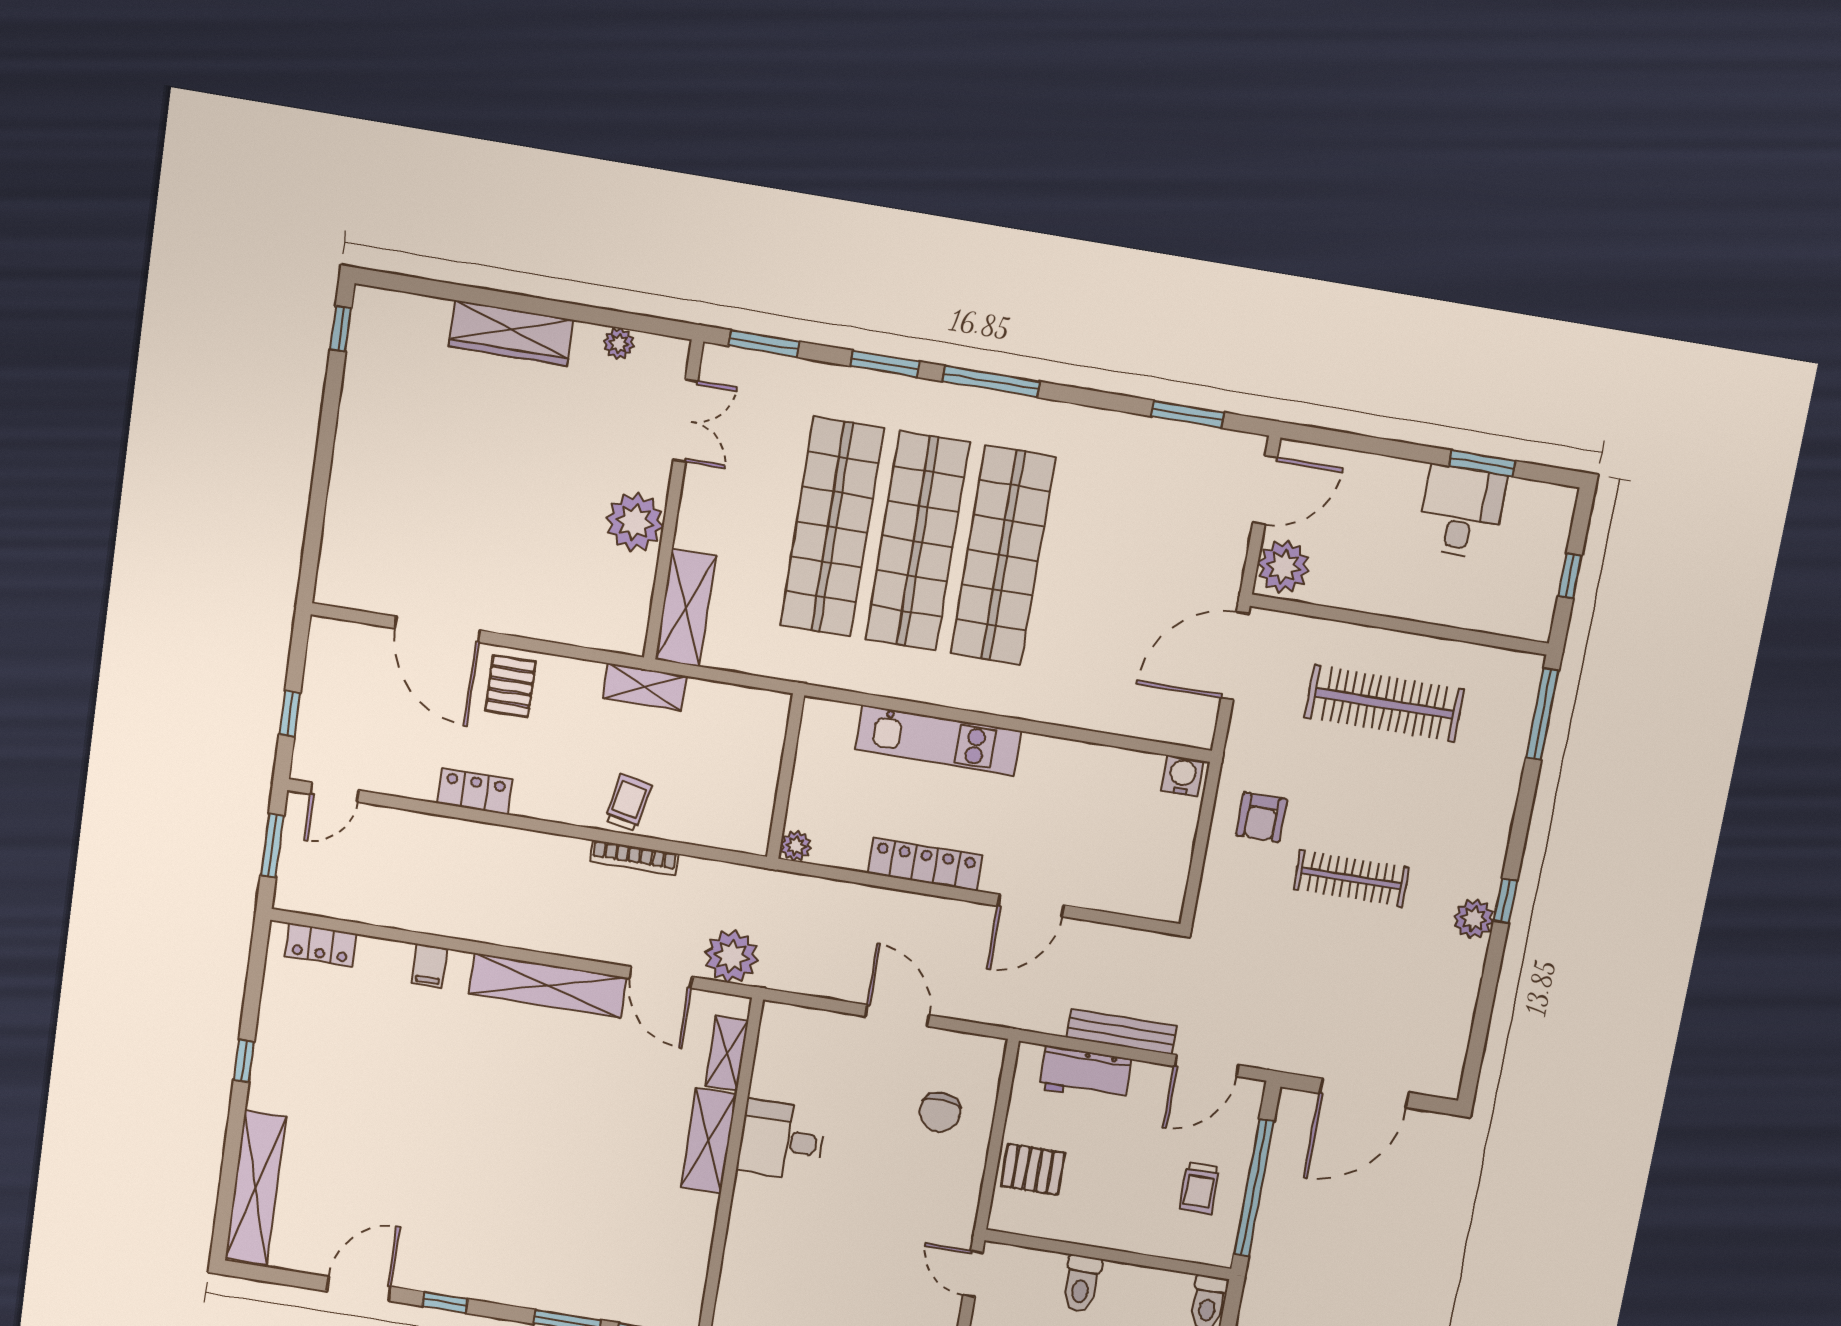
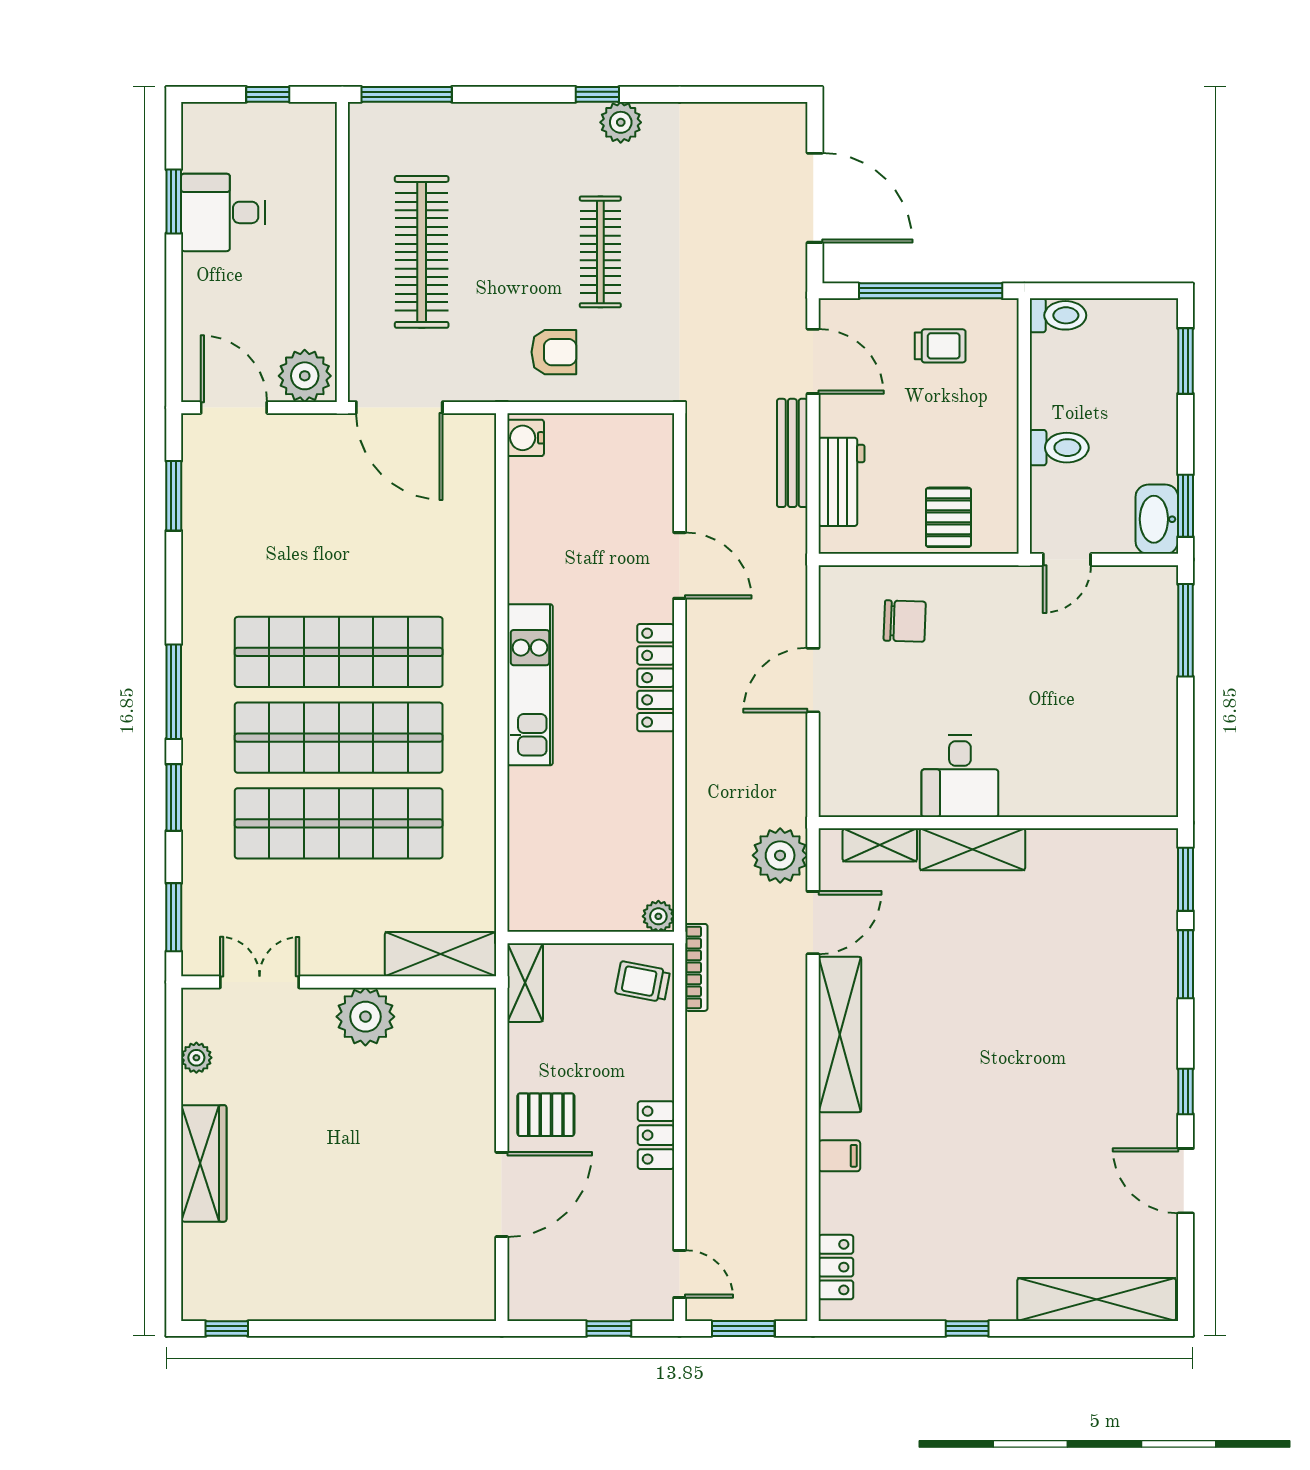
wall: (785, 776) -> (591, 938), moved
plant: (796, 846) -> (658, 916), moved

